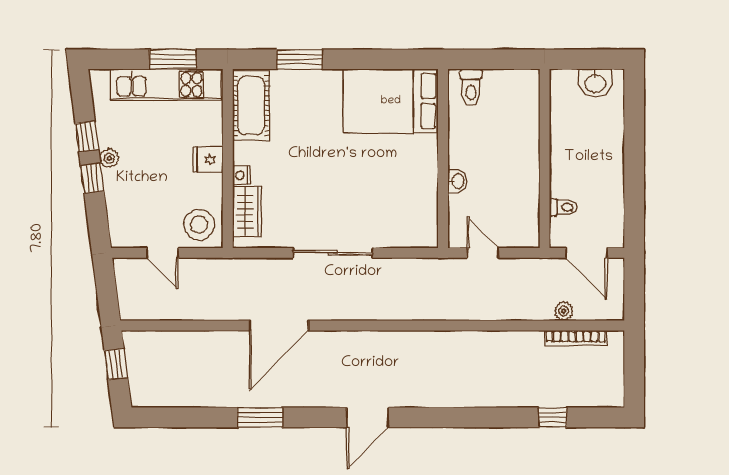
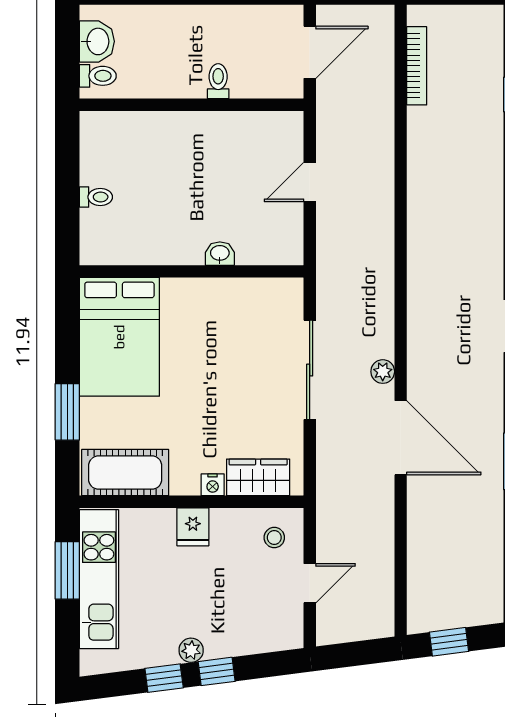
toilet: (568, 84) -> (98, 76), added
toilet: (471, 87) -> (96, 197), width x0.73, depth x0.72
bed: (391, 101) -> (119, 337), moved
wall: (443, 158) -> (192, 271), moved
washbasin: (457, 181) -> (220, 254), moved
toilet: (563, 207) -> (218, 81), moved
stool: (199, 225) -> (274, 538), width x0.53, depth x0.53
plant: (564, 311) -> (383, 372), moved

